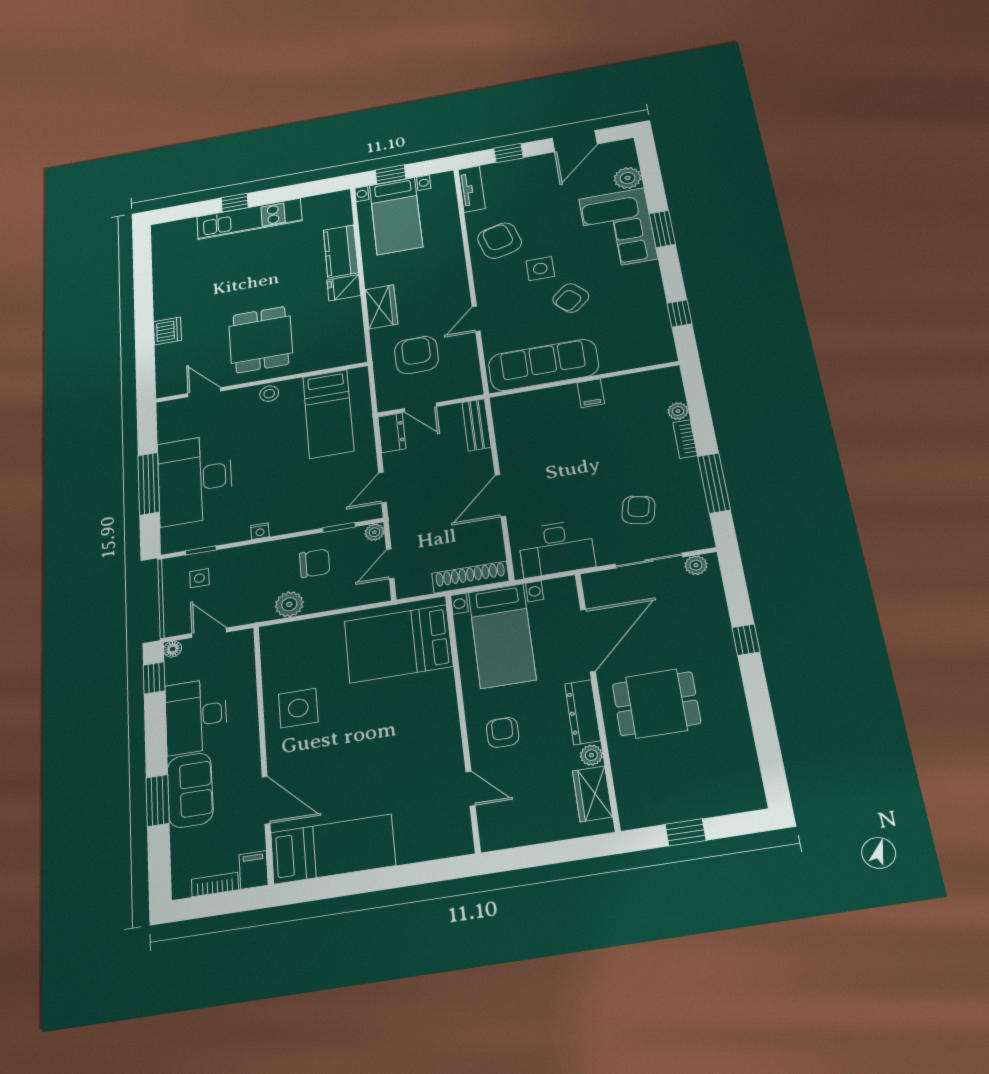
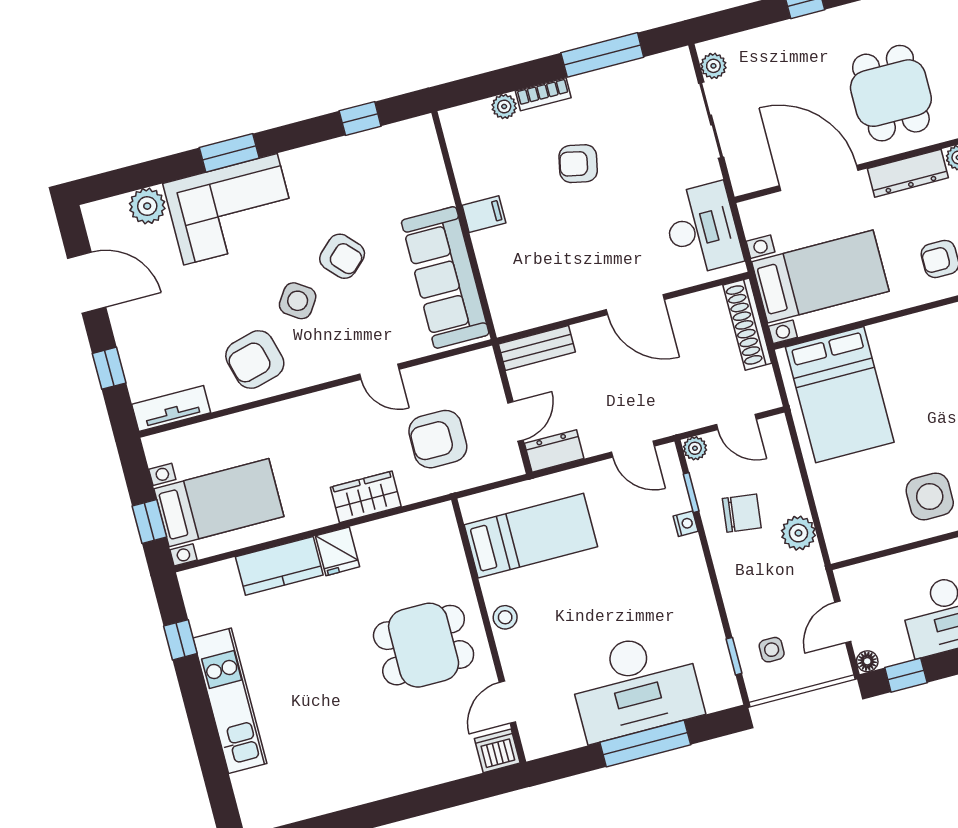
window: (235, 203) -> (180, 640), moved
side table: (540, 269) -> (298, 301), turned 34
dishwasher: (167, 331) -> (497, 751), moved
armchair: (638, 510) -> (578, 164), moved
nightstand: (260, 531) -> (686, 524), moved
chair: (315, 563) -> (742, 513), turned 97

